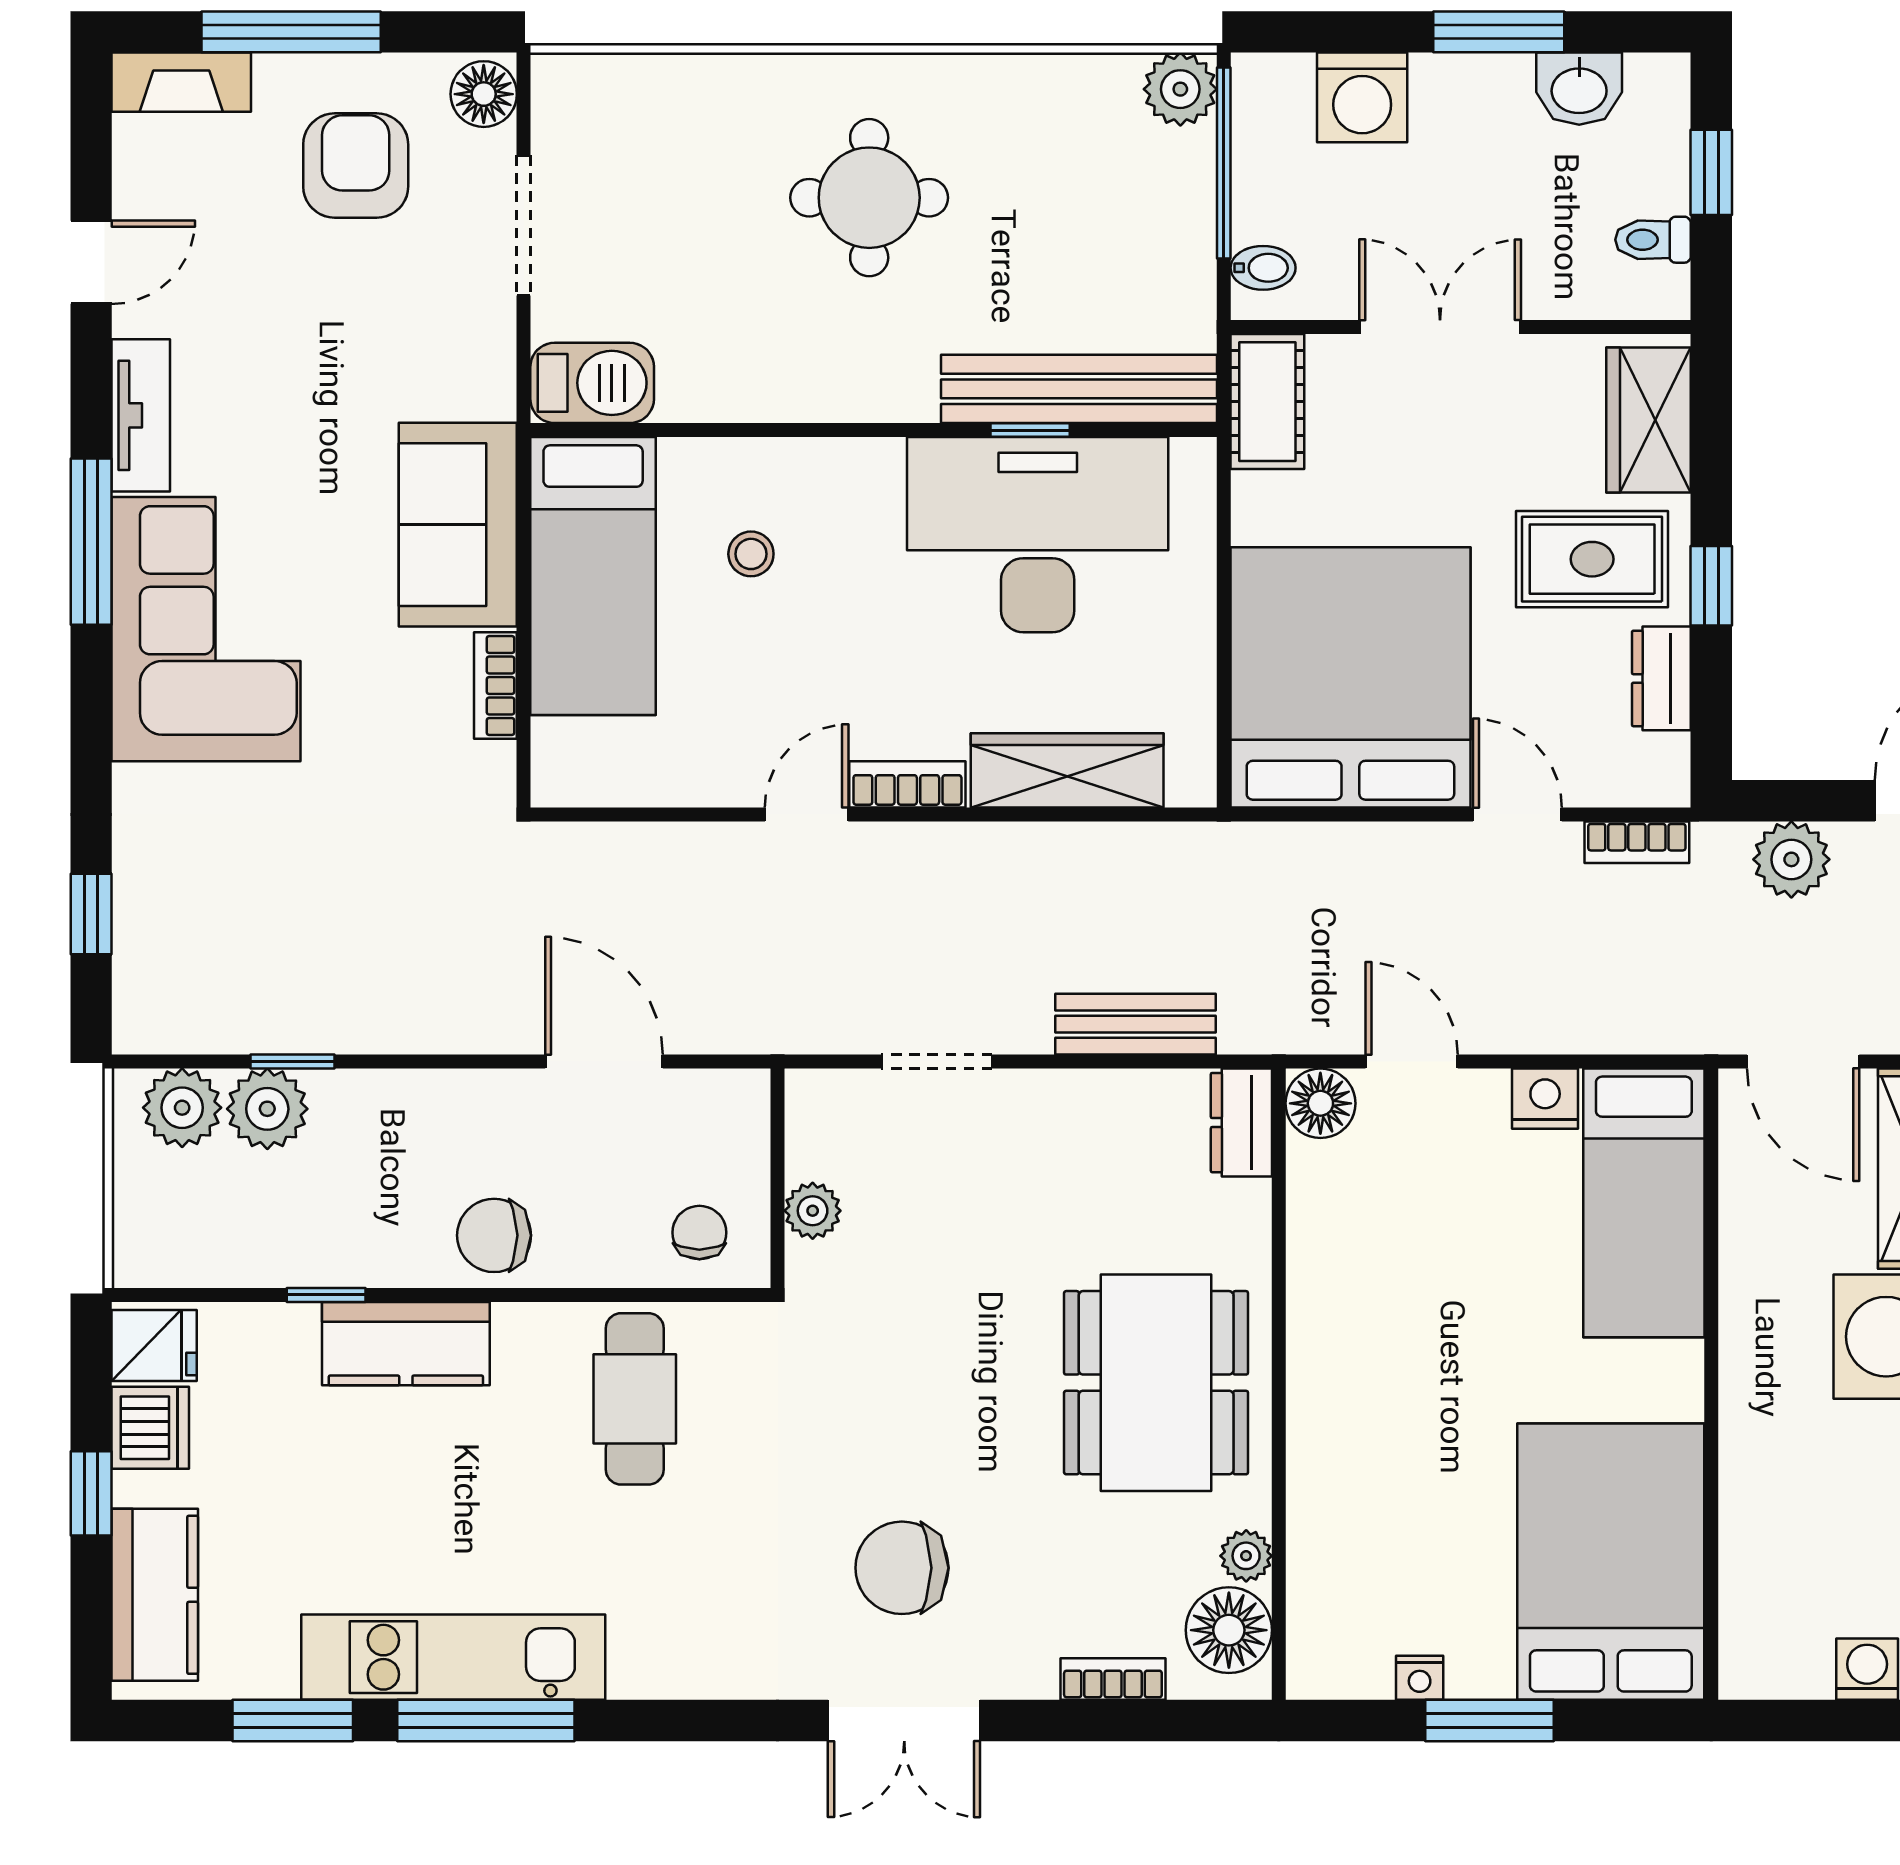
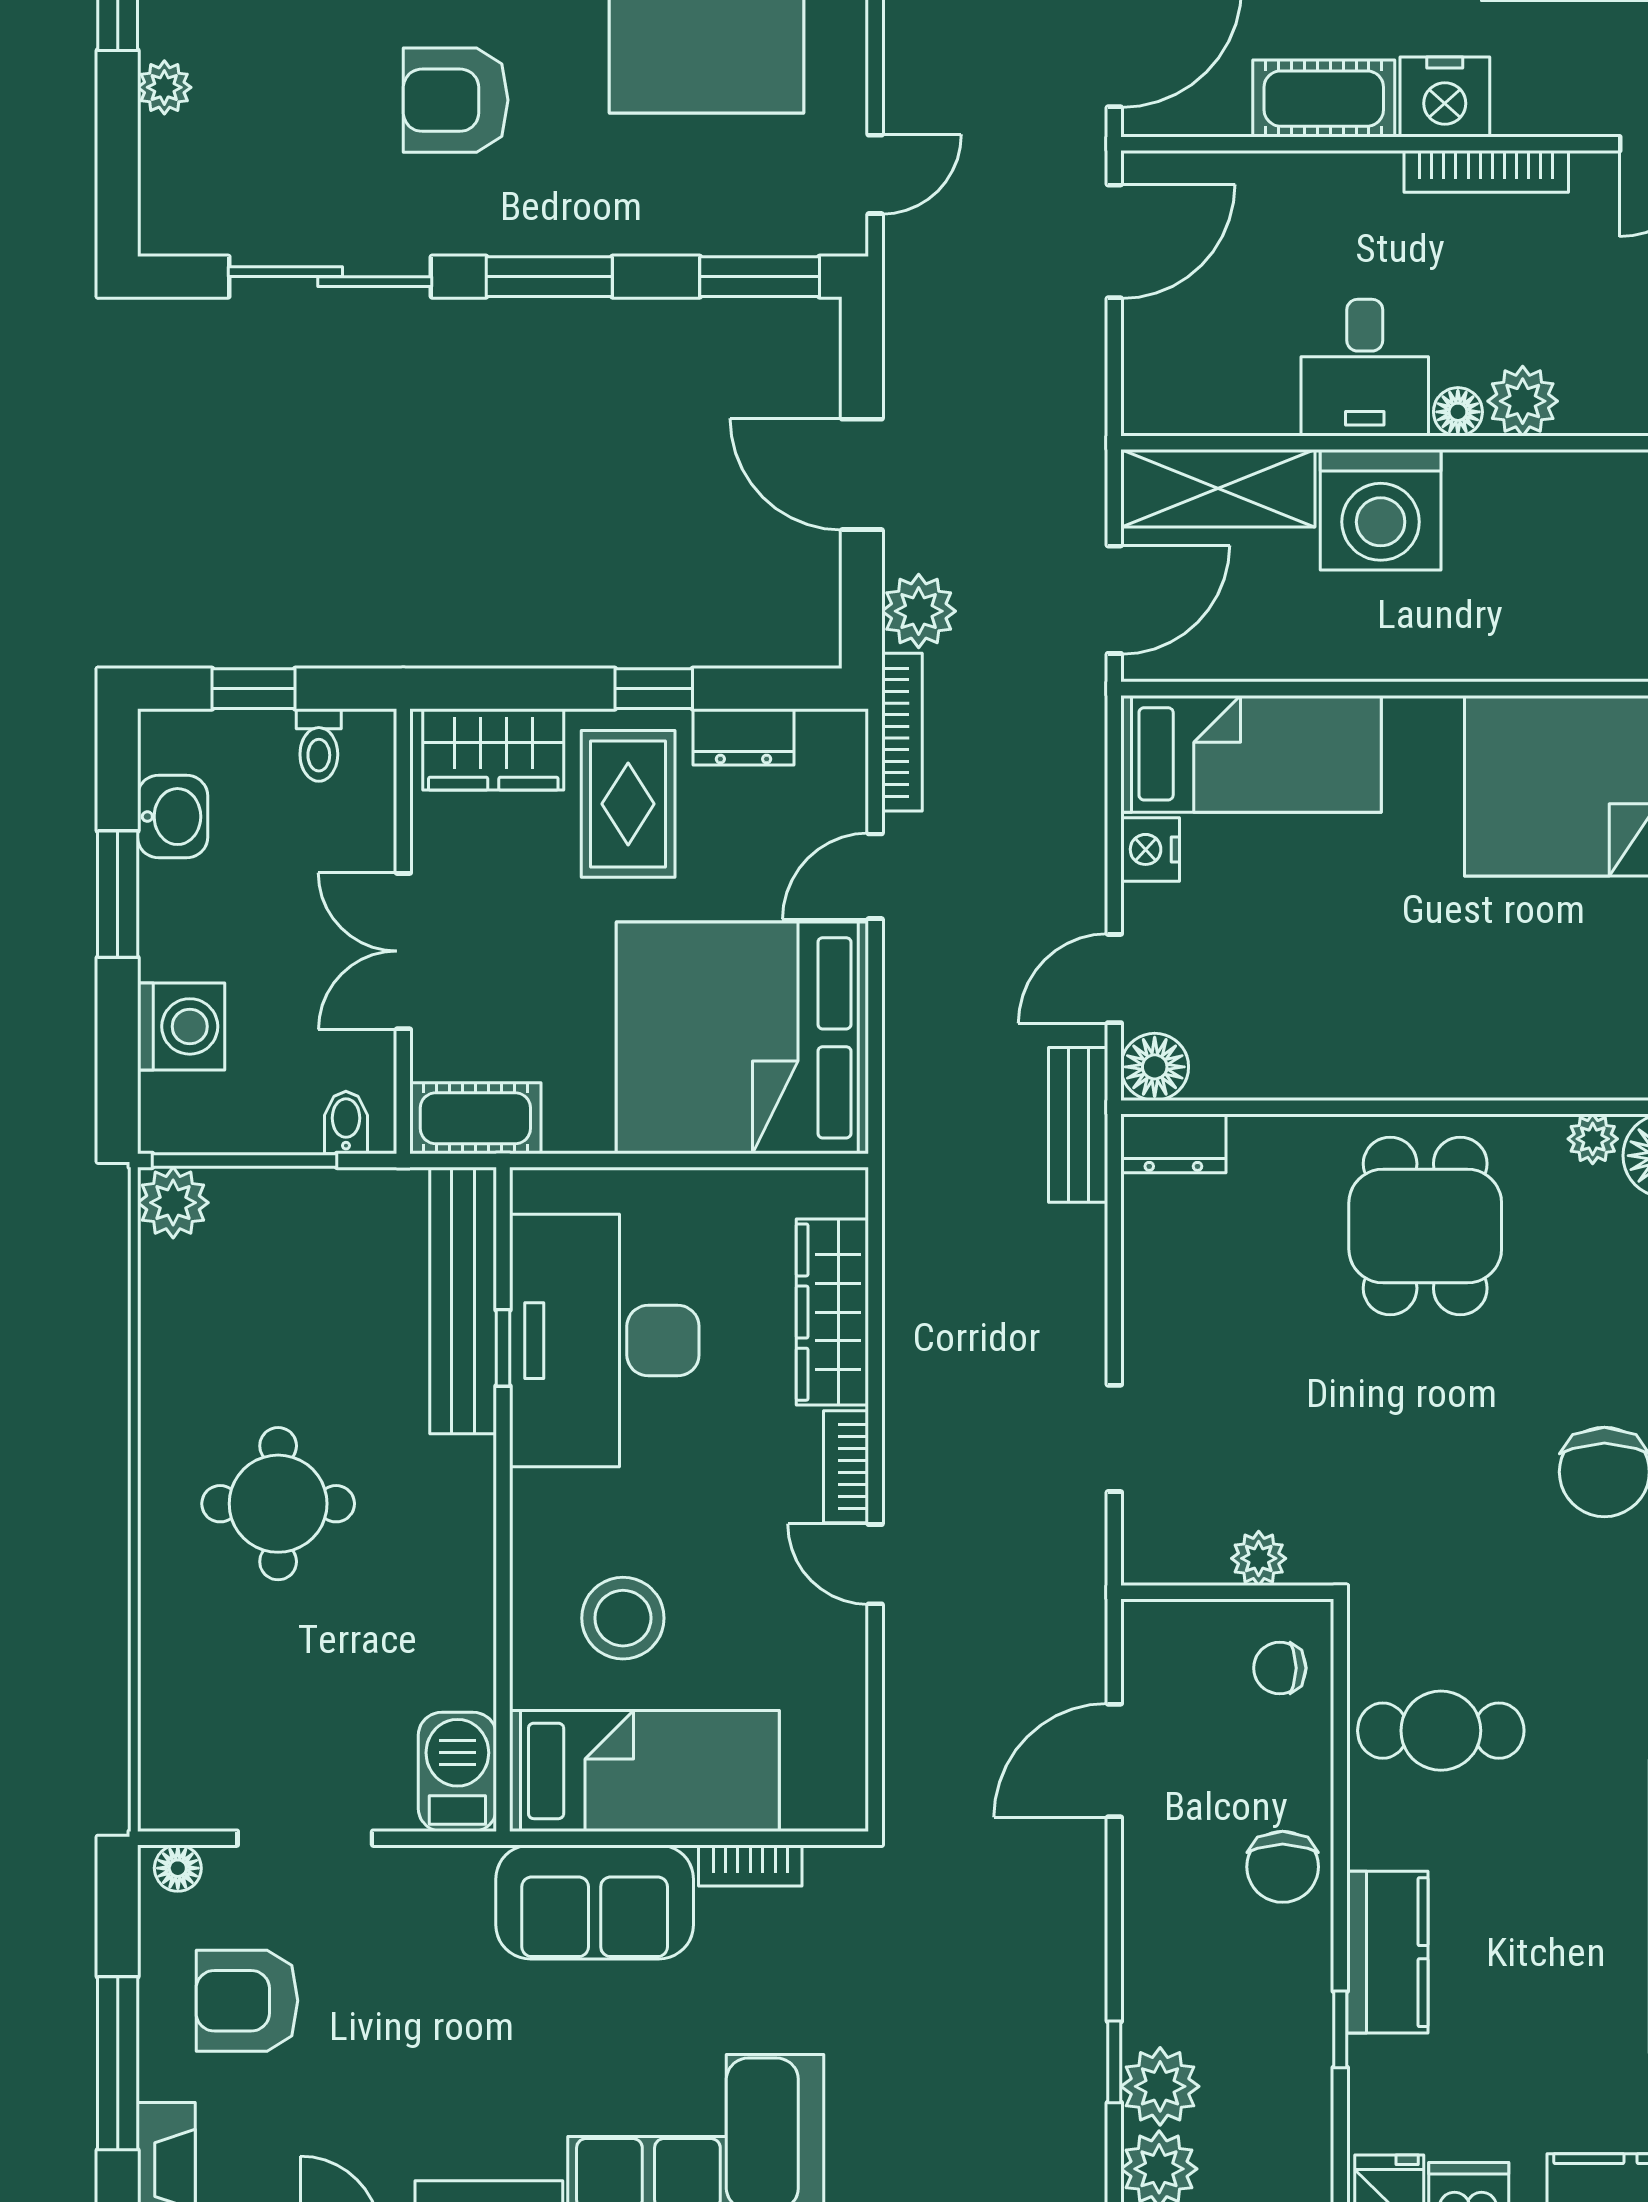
floor lamp: (484, 94) -> (178, 1868), width x0.73, depth x0.73
stool: (751, 554) -> (623, 1618), width x1.89, depth x1.89
bookcase: (1637, 842) -> (902, 732), width x1.56
bench: (1136, 1024) -> (1078, 1125), moved
dining table: (1156, 1383) -> (1425, 1226), width x0.73

